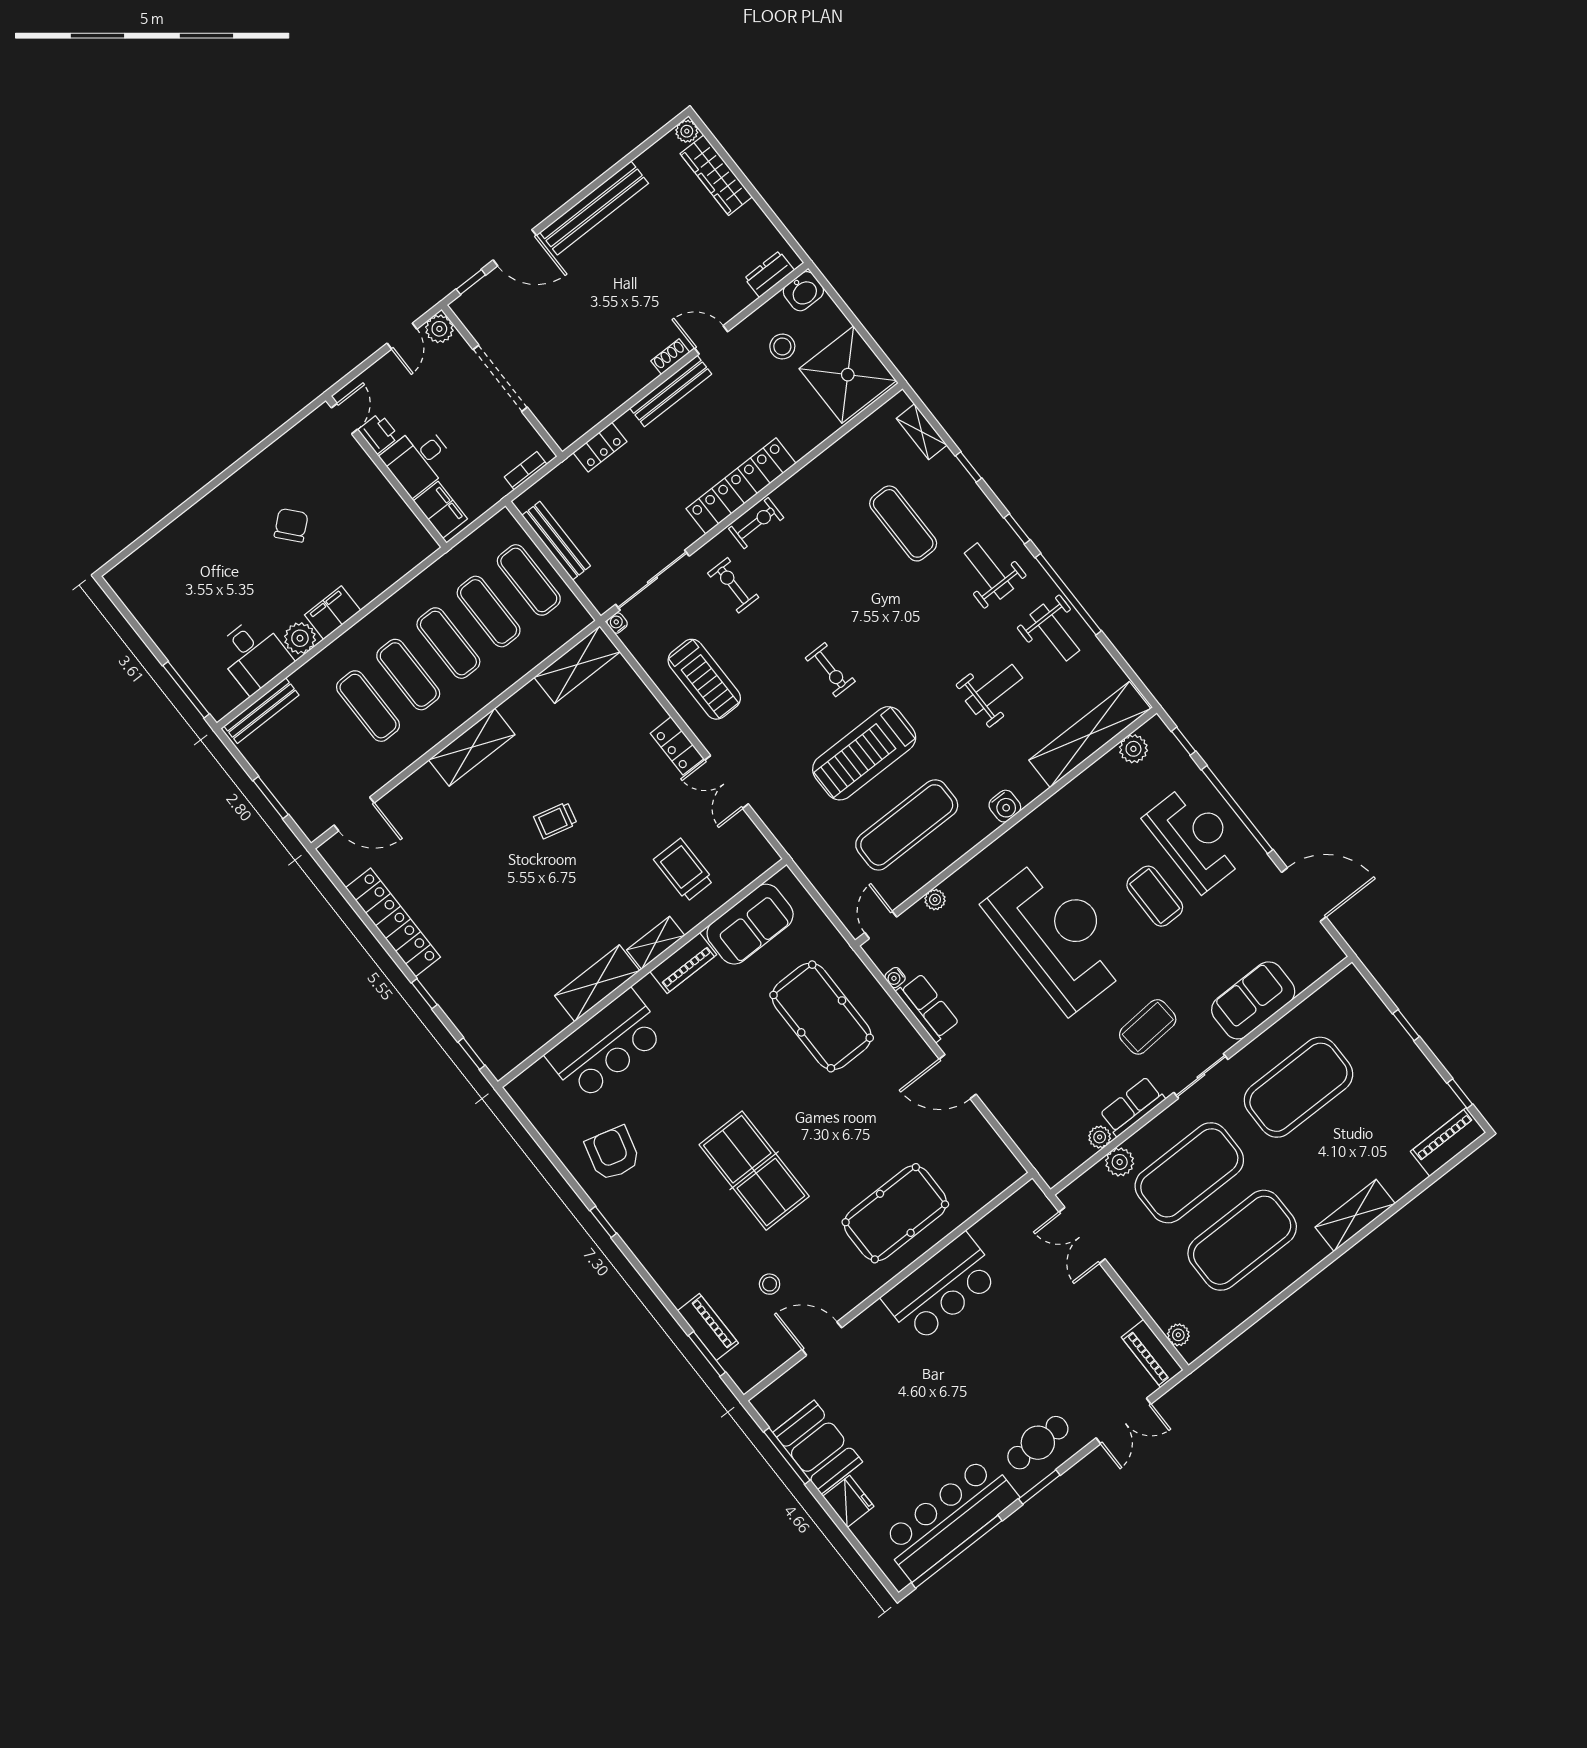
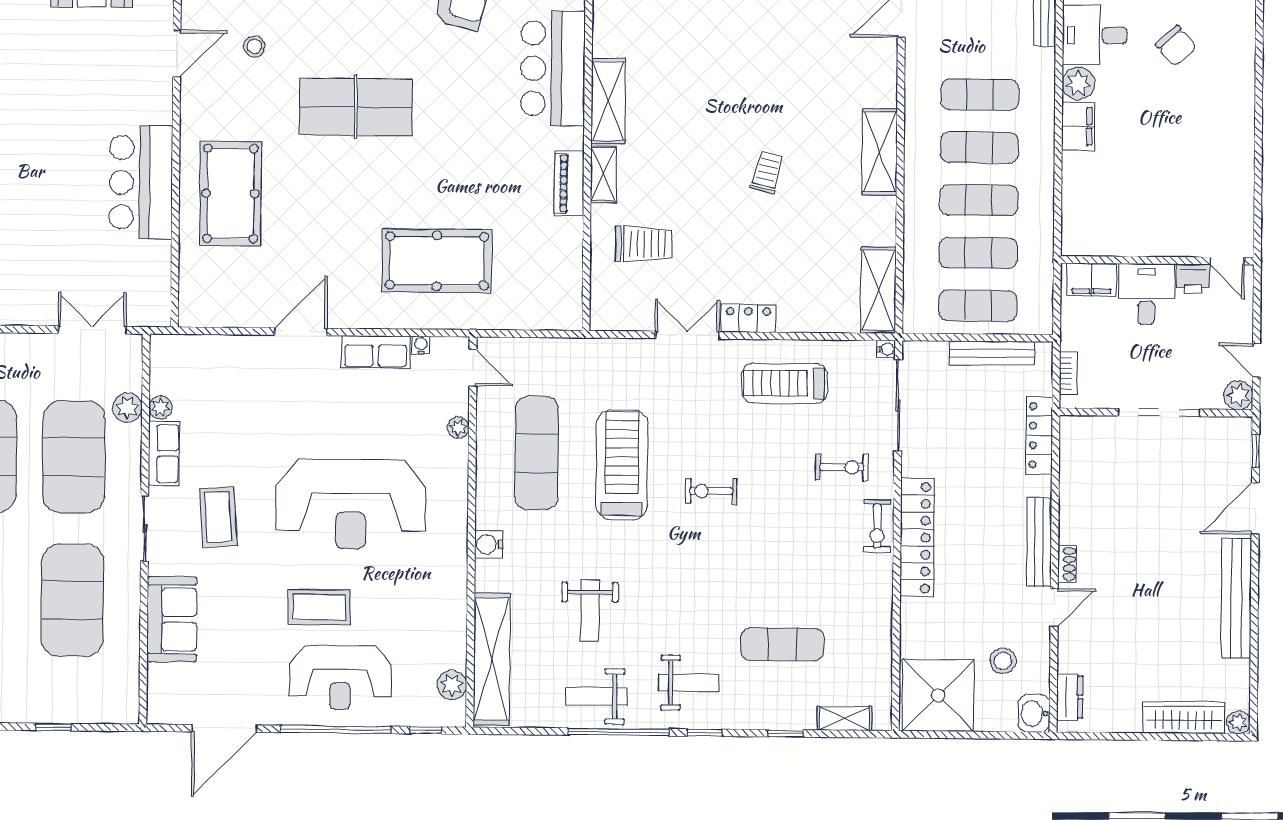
locker: (600, 447) -> (1039, 435), width x1.53
chair: (291, 525) -> (1176, 46), moved
sofa: (750, 924) -> (558, 263), removed

